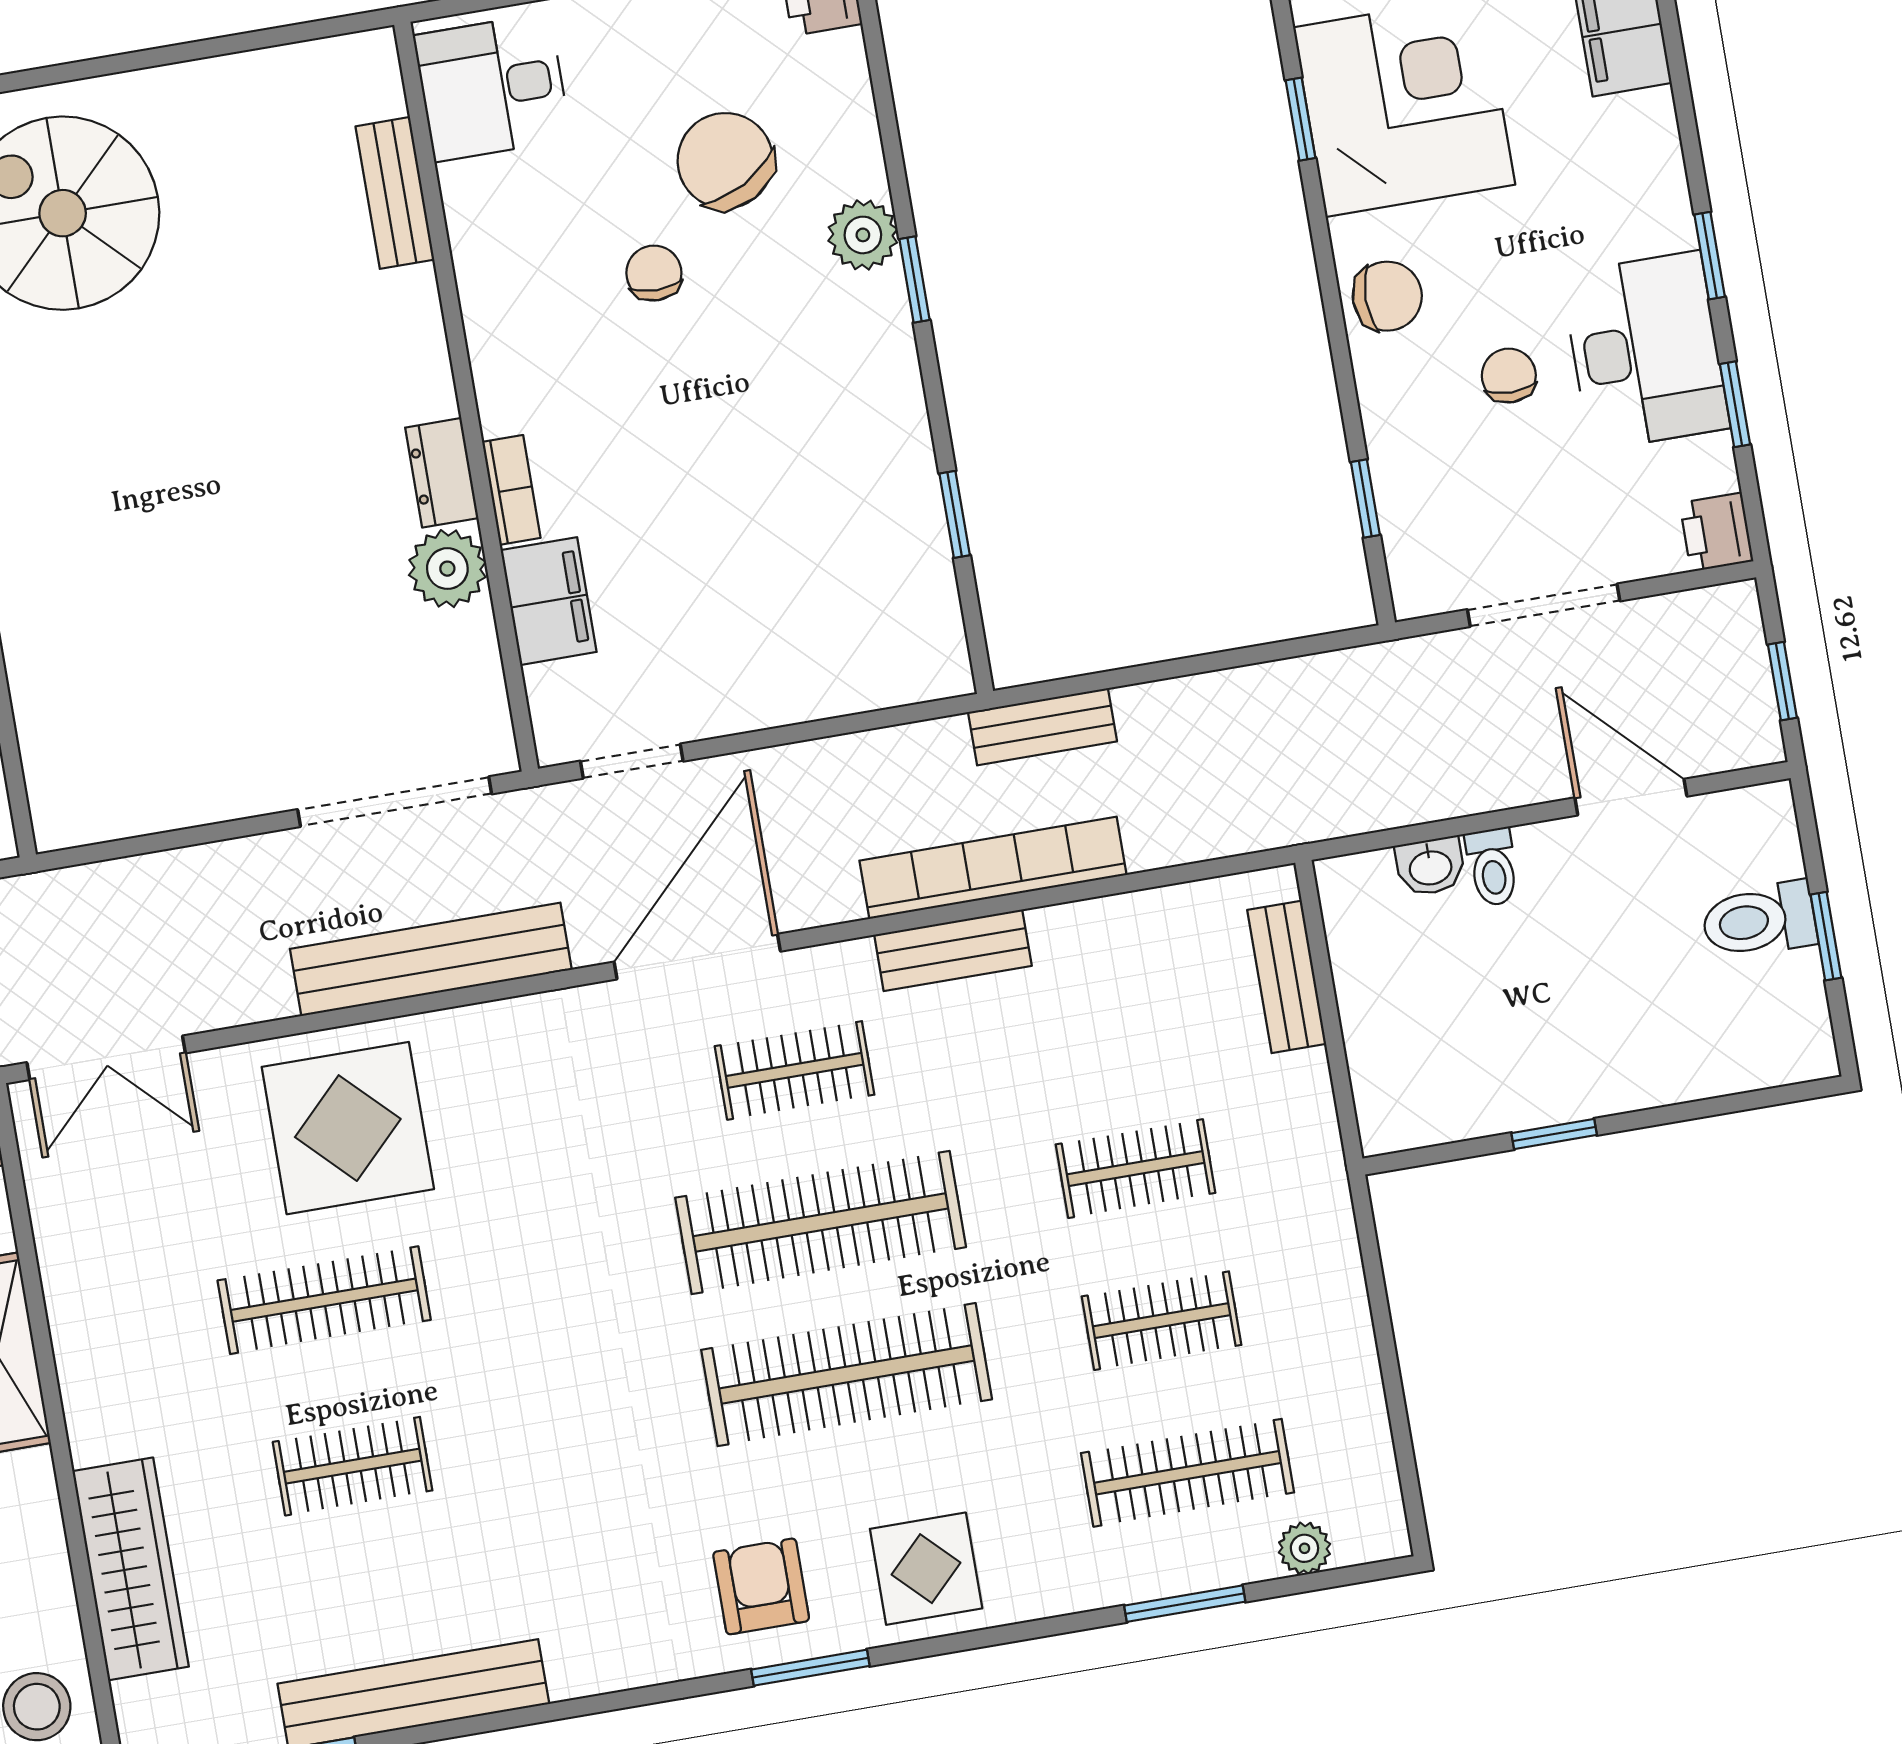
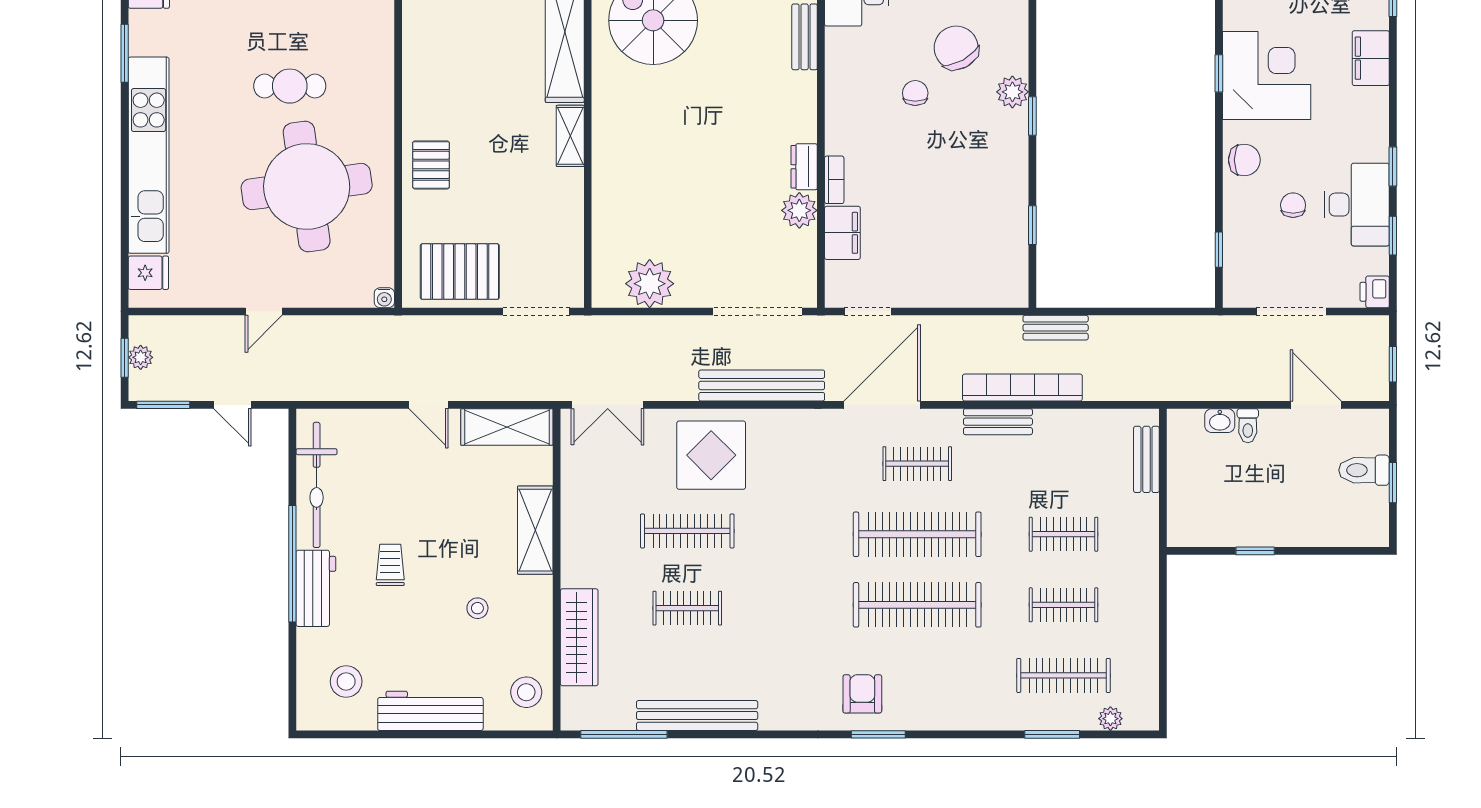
plant: (152, 781) -> (650, 284), added
display table: (926, 1569) -> (938, 699), removed

